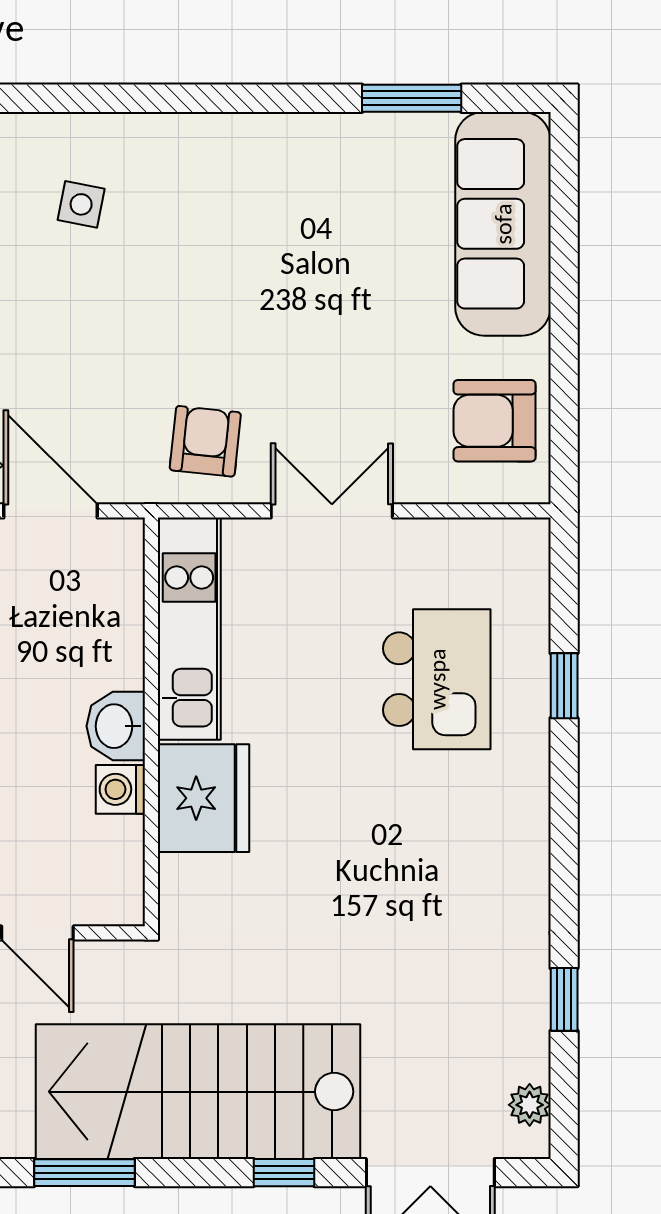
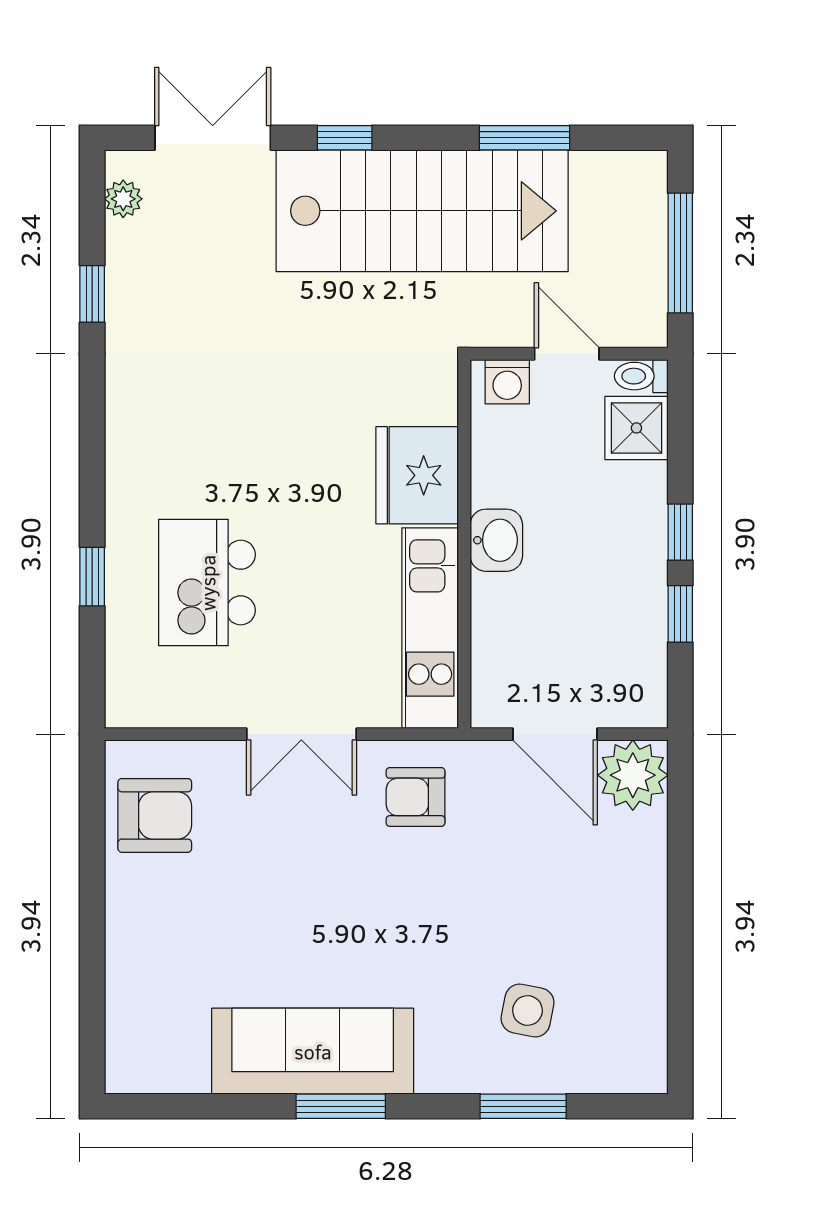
window: (86, 98) -> (523, 1106), added
window: (412, 98) -> (341, 1106), moved
side table: (81, 204) -> (528, 1011), width x1.37, depth x1.37
sofa: (503, 224) -> (313, 1051), moved, turned -90
armchair: (205, 441) -> (416, 797), turned 84
washing machine: (120, 789) -> (507, 382), moved, turned 90

